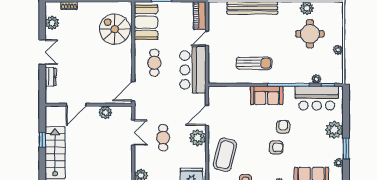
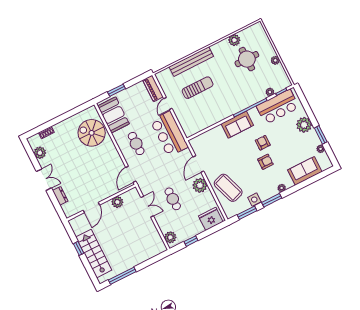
sun lounger: (254, 63) -> (198, 88), moved
coffee table: (225, 155) -> (228, 188), turned -33

